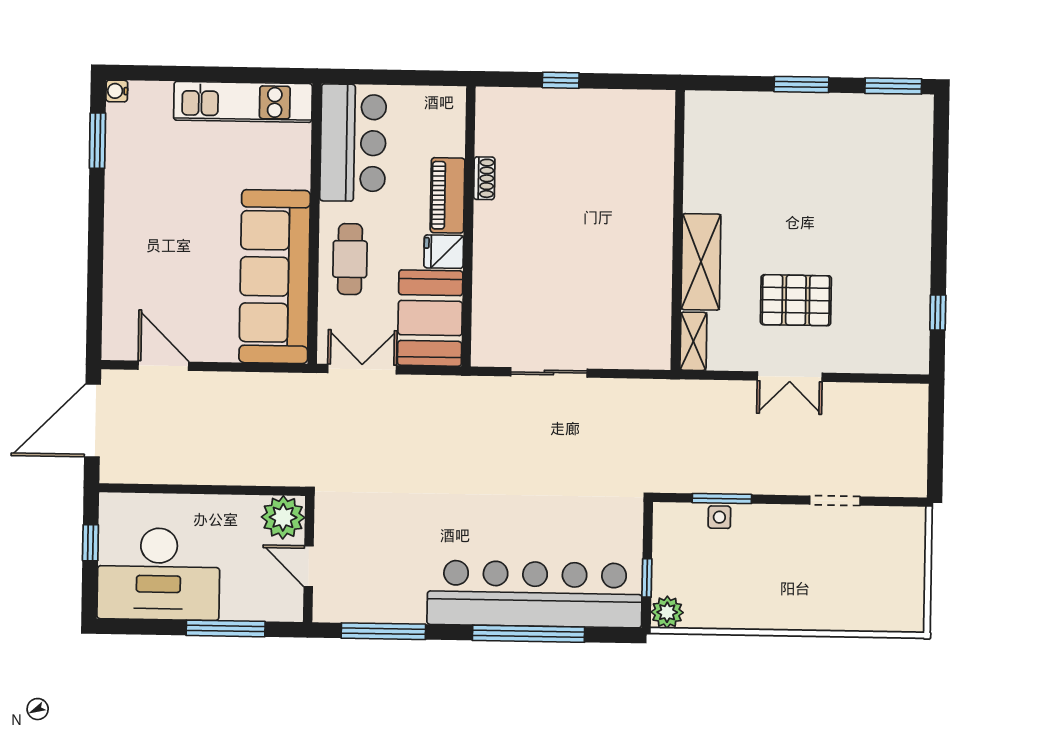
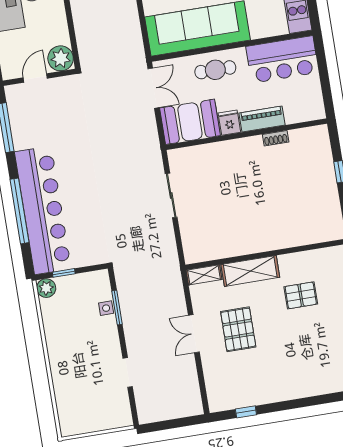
pallet: (758, 184) -> (301, 295), added

